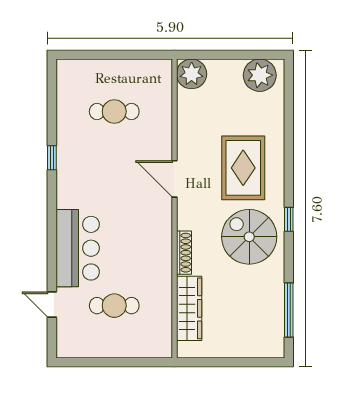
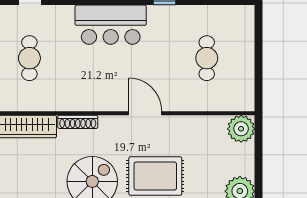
door: (174, 179) -> (145, 113), hinge flipped
bar counter: (78, 248) -> (111, 25), moved

